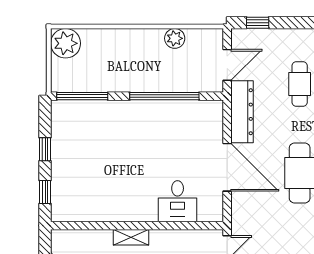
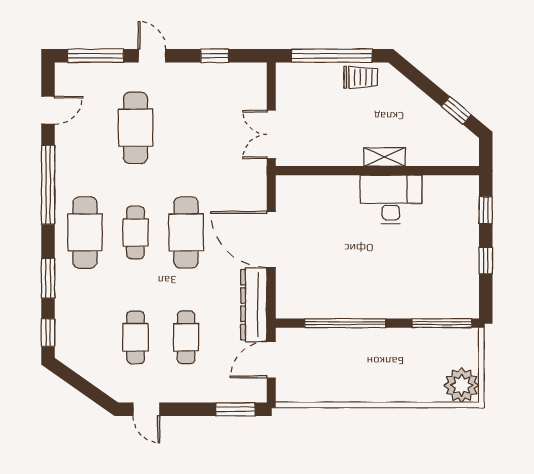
window: (258, 23) -> (236, 409), width x1.50
plant: (175, 38) -> (333, 391), removed
desk: (178, 201) -> (391, 199), moved, width x1.37

